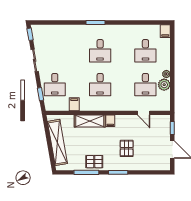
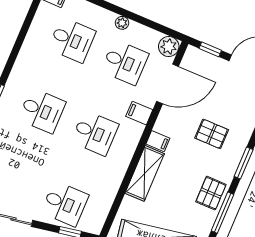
plant: (164, 85) -> (169, 47), moved
filing cabinet: (74, 104) -> (139, 113), moved
door: (144, 113) -> (168, 84), width x1.87

